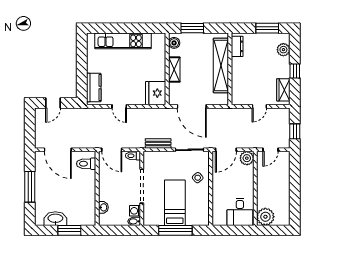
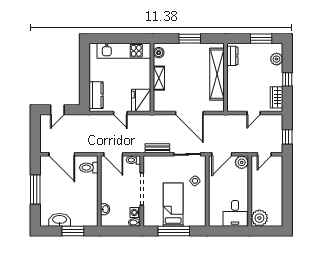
boiler: (174, 43) -> (159, 53), moved
wall: (167, 69) -> (152, 77), moved
shelving: (174, 70) -> (159, 78), moved
fridge: (156, 93) -> (141, 100), moved

